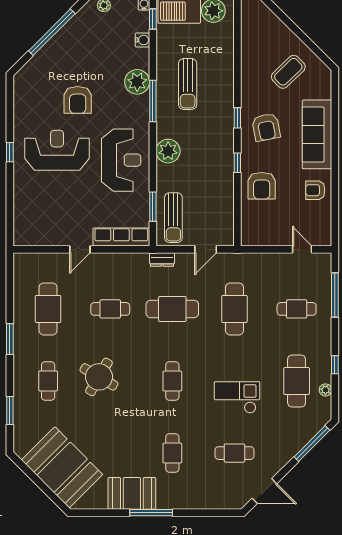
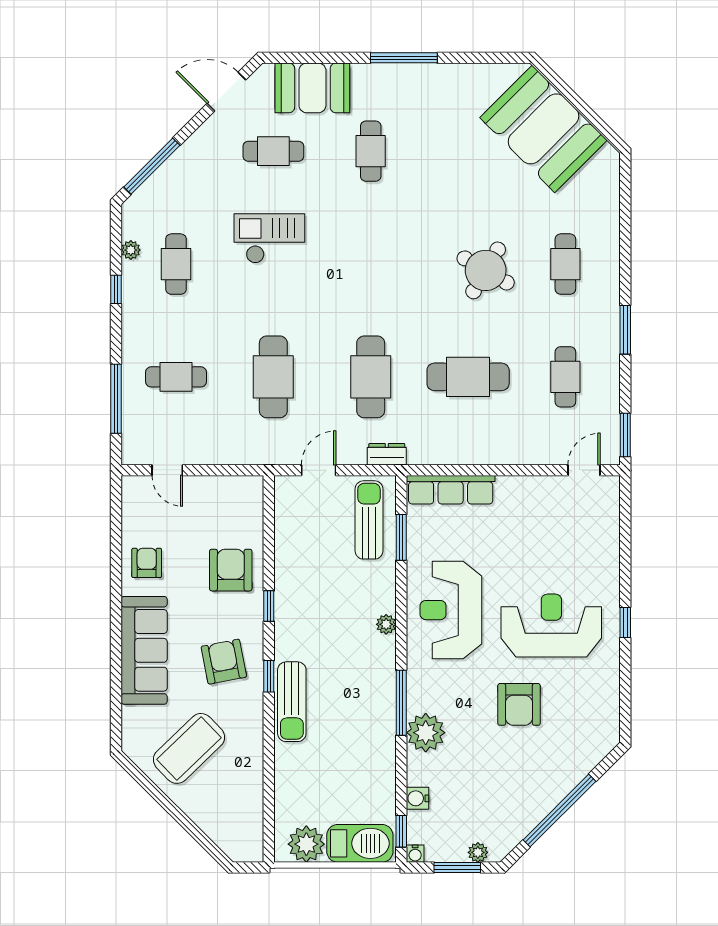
coffee table: (288, 72) -> (189, 748), width x1.36, depth x1.32
sun lounger: (188, 84) -> (292, 702), moved, turned 180
armchair: (78, 100) -> (519, 704), turned 180
reception desk: (57, 150) -> (551, 626), turned 180
plant: (168, 151) -> (386, 624), width x0.53, depth x0.53
armchair: (315, 190) -> (147, 563), turned -90
door: (80, 249) -> (584, 470), moved
cafe table: (48, 309) -> (565, 377), width x0.73, depth x0.74
cafe table: (110, 309) -> (468, 377), width x1.37, depth x1.35
cafe table: (172, 309) -> (371, 377), turned 90
cafe table: (172, 381) -> (371, 264), removed
cafe table: (297, 381) -> (176, 264), width x0.73, depth x0.74
checkout: (237, 397) -> (269, 238), turned 180
window: (10, 411) -> (625, 435), moved
booth: (132, 493) -> (312, 88), moved

